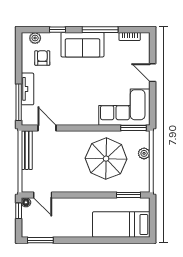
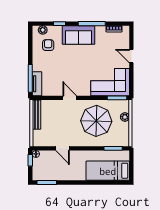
tv unit: (27, 89) -> (37, 84), moved
door: (47, 128) -> (70, 98), moved
door: (43, 195) -> (63, 148), moved

